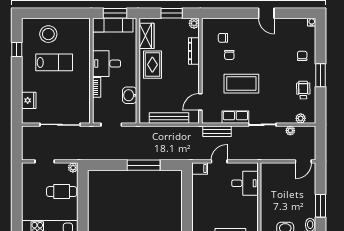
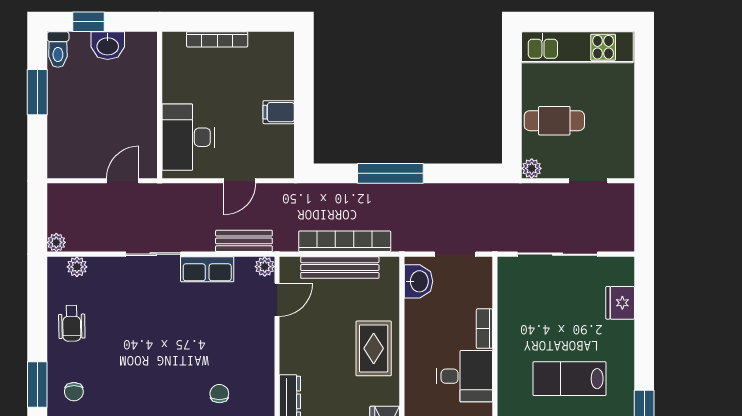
rug: (152, 65) -> (374, 348), moved
window: (321, 75) -> (37, 385), moved
coffee table: (241, 84) -> (195, 336), removed
washbasin: (130, 95) -> (419, 281), moved
plant: (207, 119) -> (265, 267), added
bookcase: (167, 131) -> (345, 241), added
plant: (290, 131) -> (56, 242), moved
door: (303, 161) -> (123, 181), moved
filing cabinet: (200, 168) -> (279, 112), moved
desk: (245, 183) -> (188, 137), width x1.37

